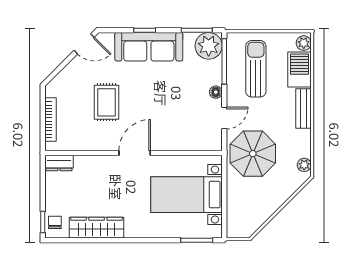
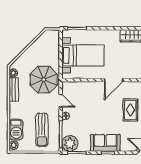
sofa: (149, 47) -> (105, 143), width x0.73
bench: (303, 109) -> (14, 90), moved
door: (224, 118) -> (61, 101), swing flipped

